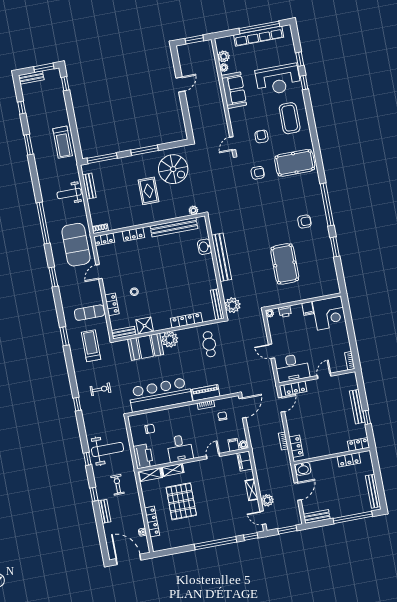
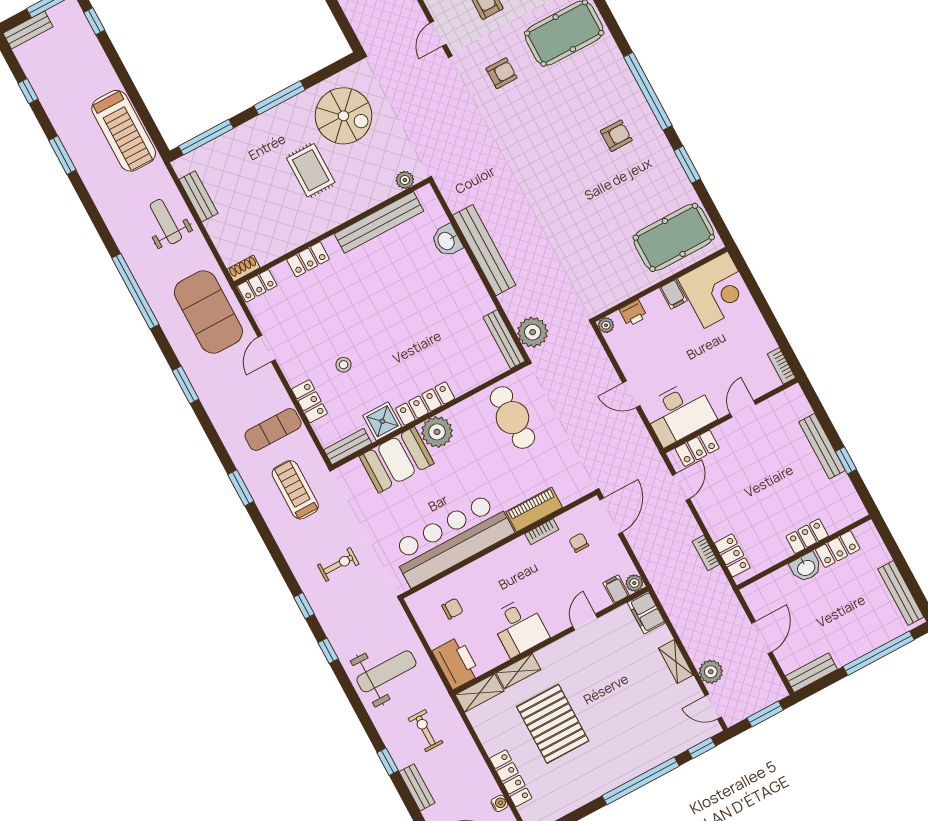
treadmill: (63, 142) -> (124, 131), width x1.37, depth x1.38
weight bench: (69, 193) -> (166, 222), turned 90
pool table: (285, 264) -> (674, 237), moved, turned 90
locker: (186, 320) -> (425, 404), moved
cafe table: (209, 344) -> (512, 418), width x1.37, depth x1.35
locker: (359, 444) -> (807, 536), moved
window: (87, 459) -> (328, 651), moved
washbasin: (303, 469) -> (806, 567), moved

